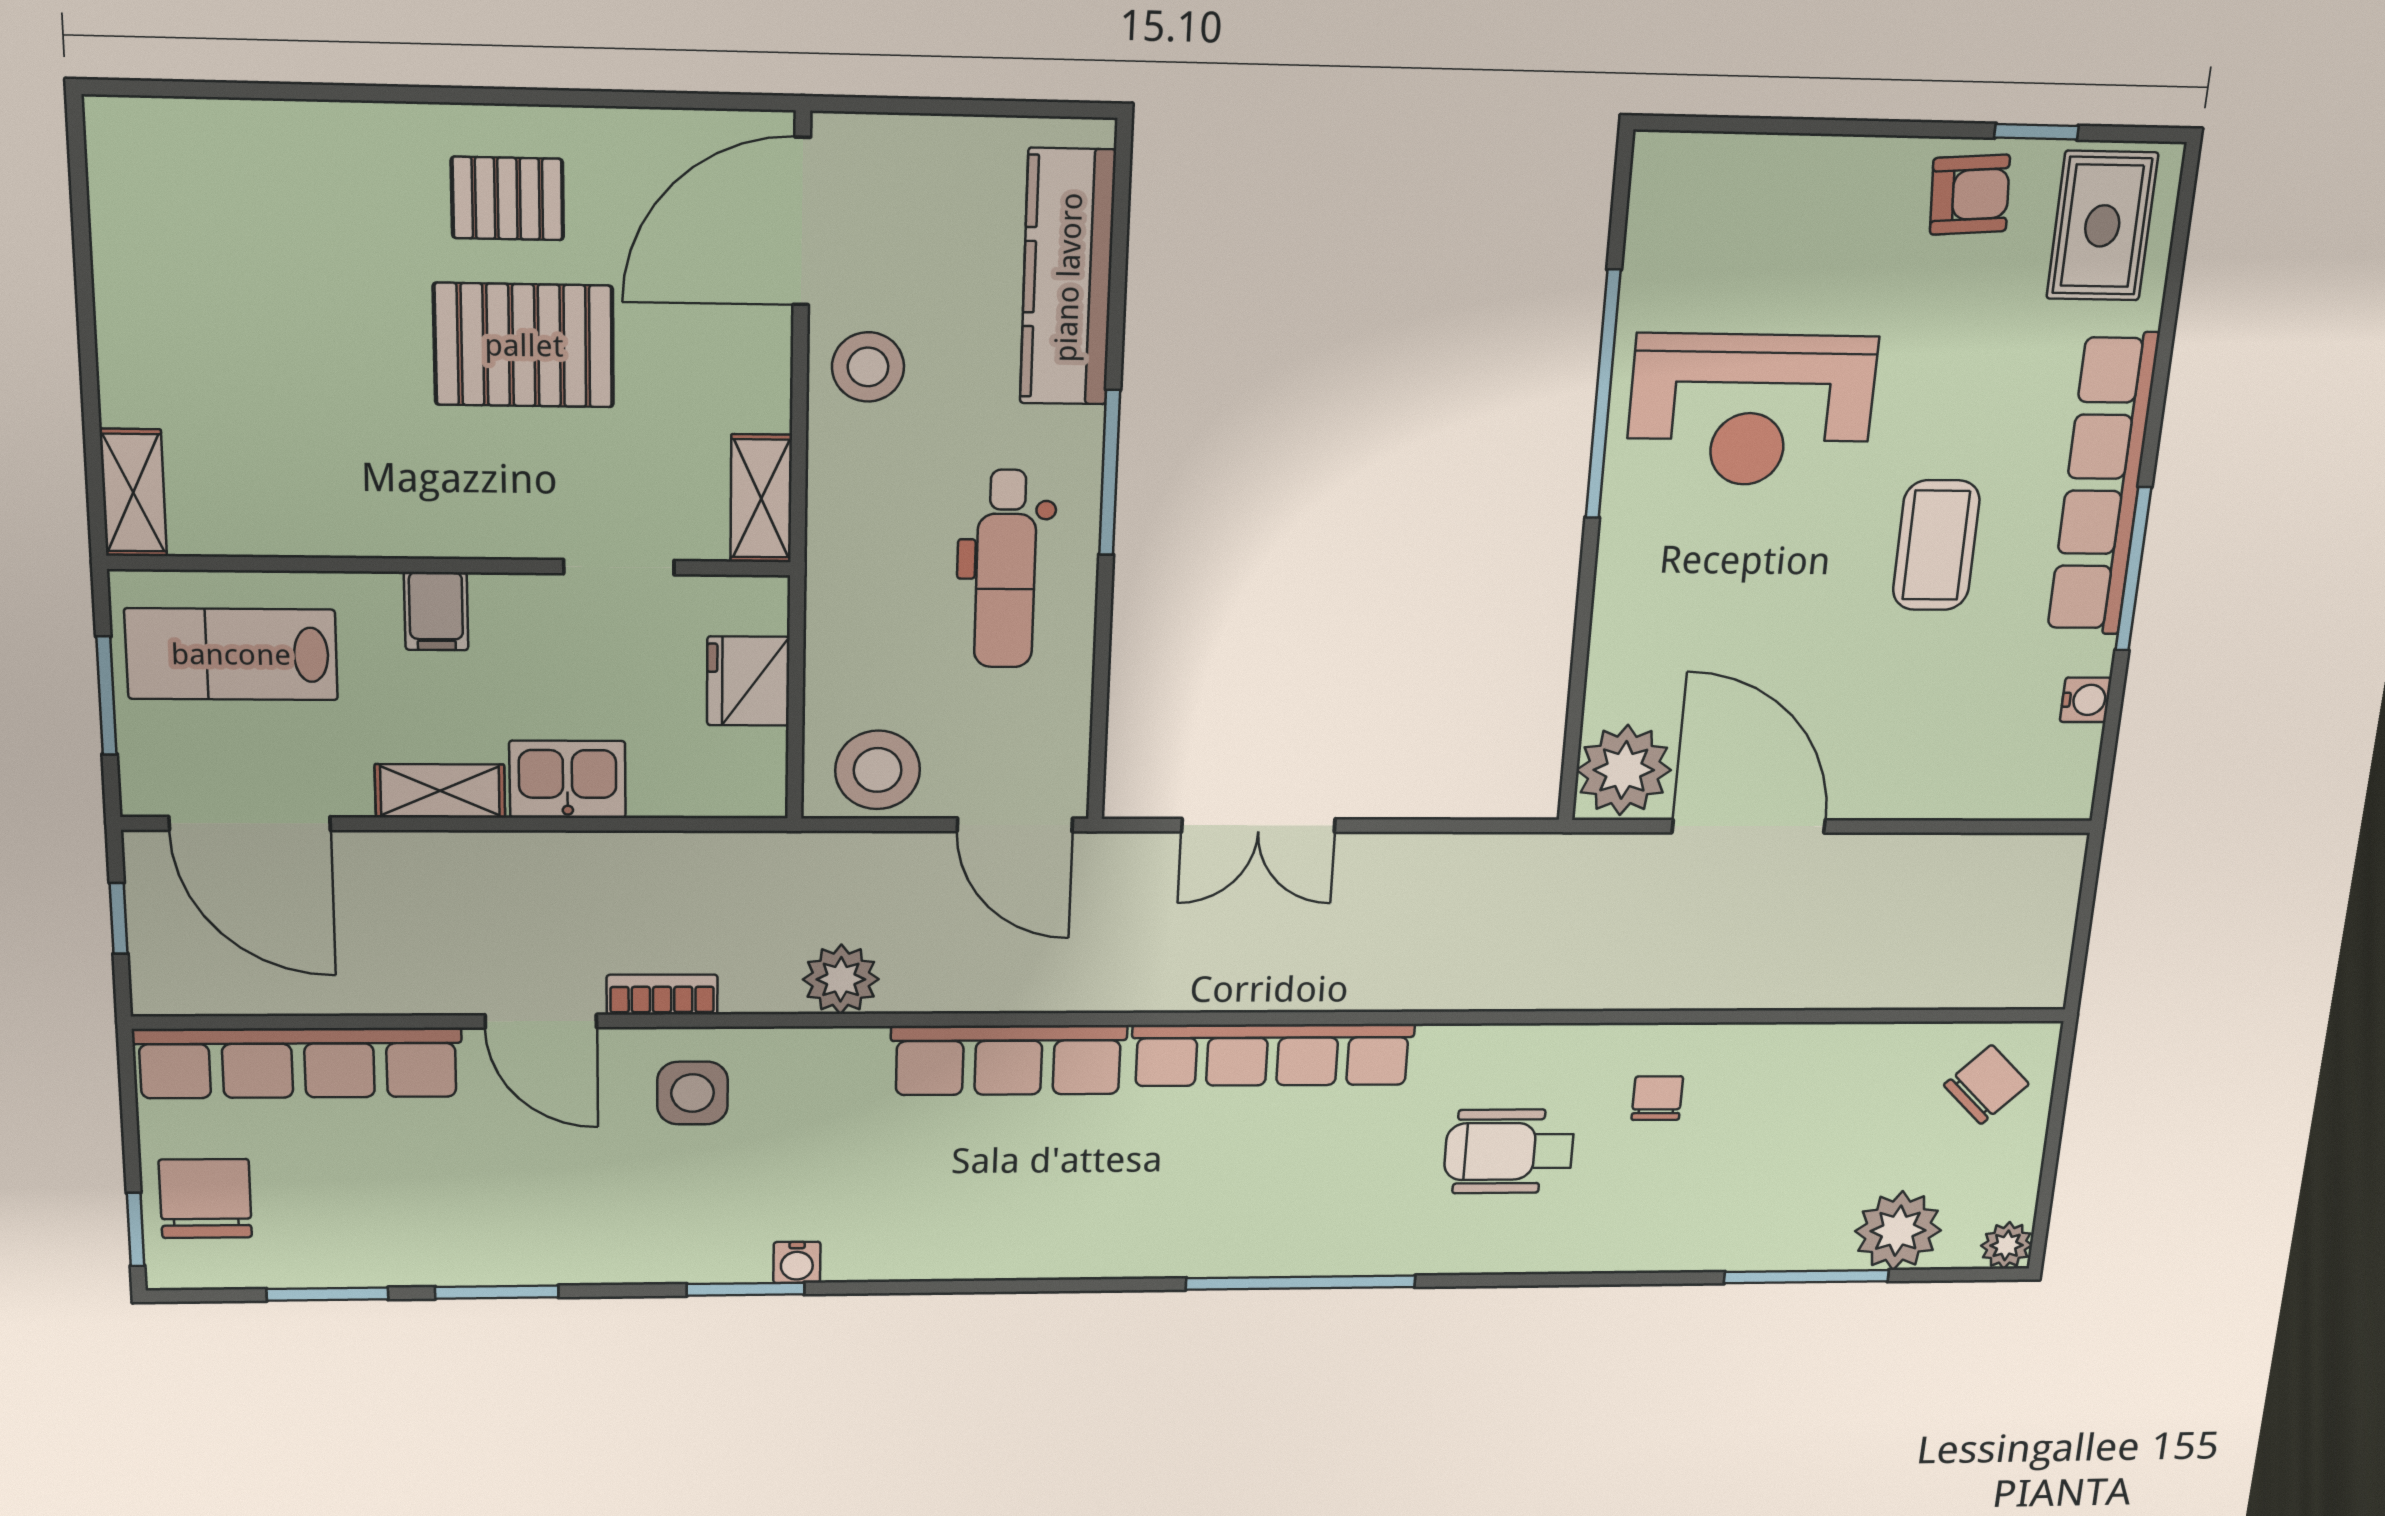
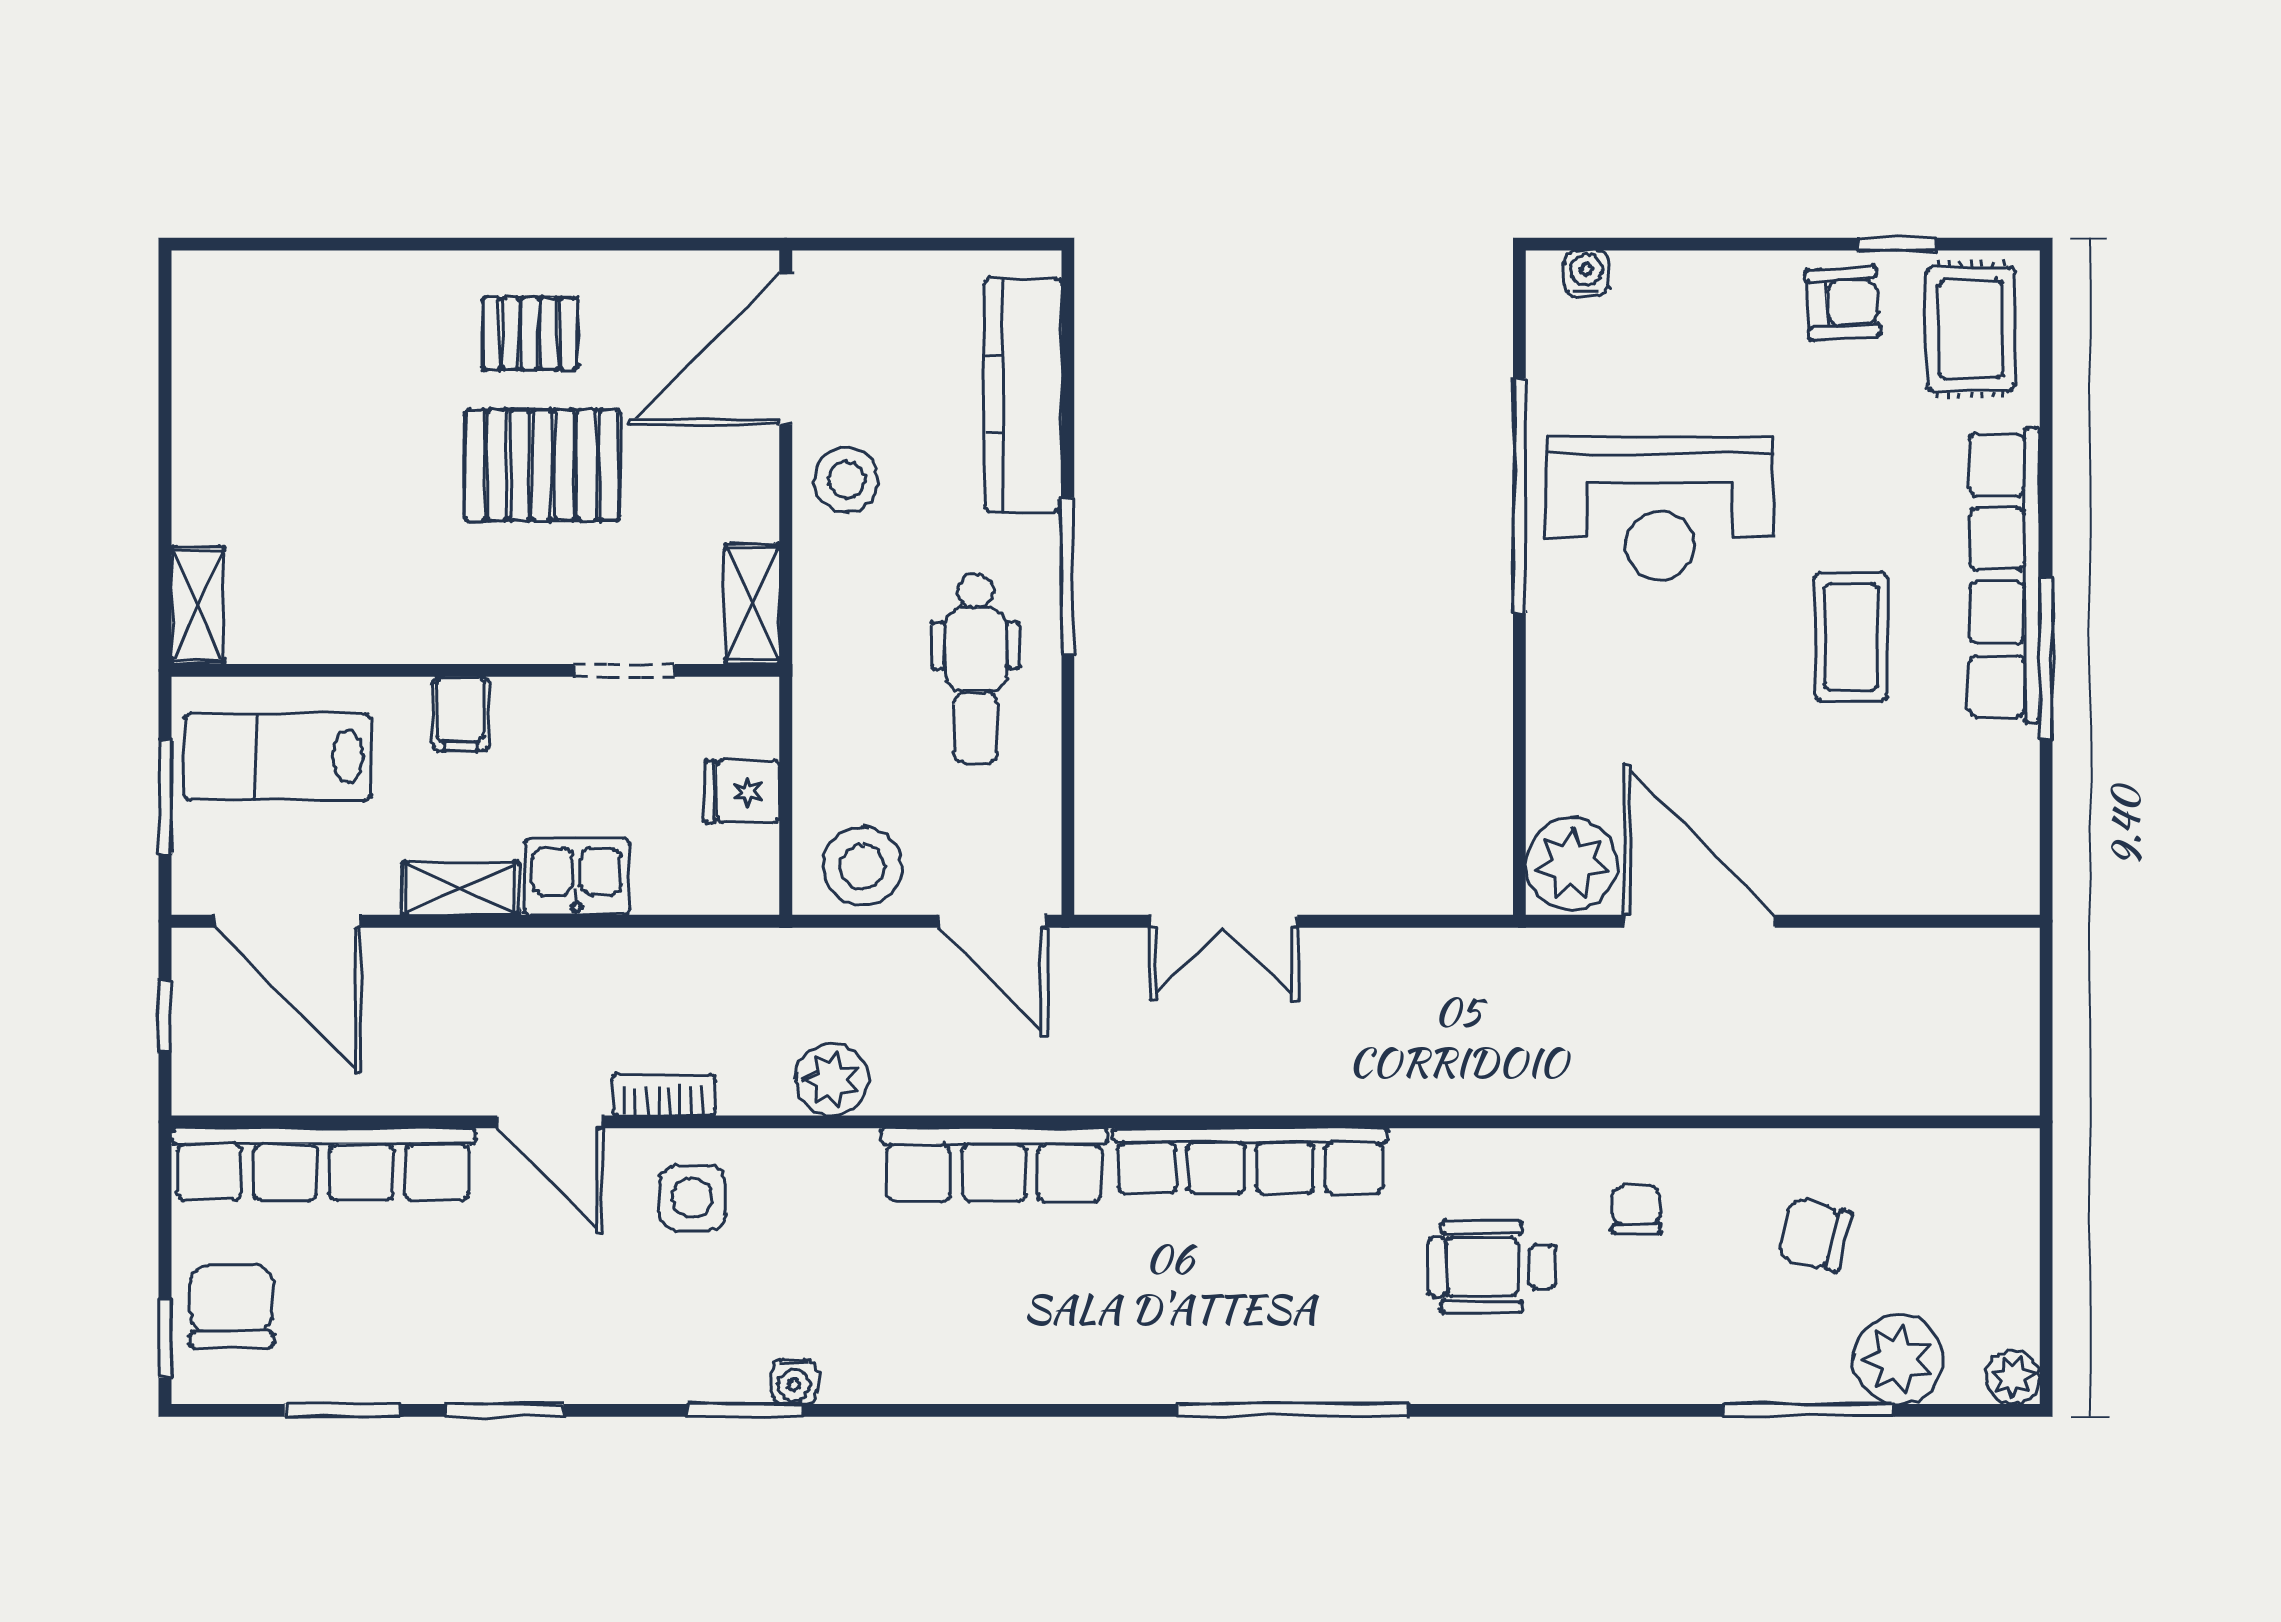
fridge: (748, 681) -> (742, 791), width x0.72
water cooler: (2086, 700) -> (1587, 273), moved, turned -90
chair: (1986, 1085) -> (1814, 1235), moved, turned -121

